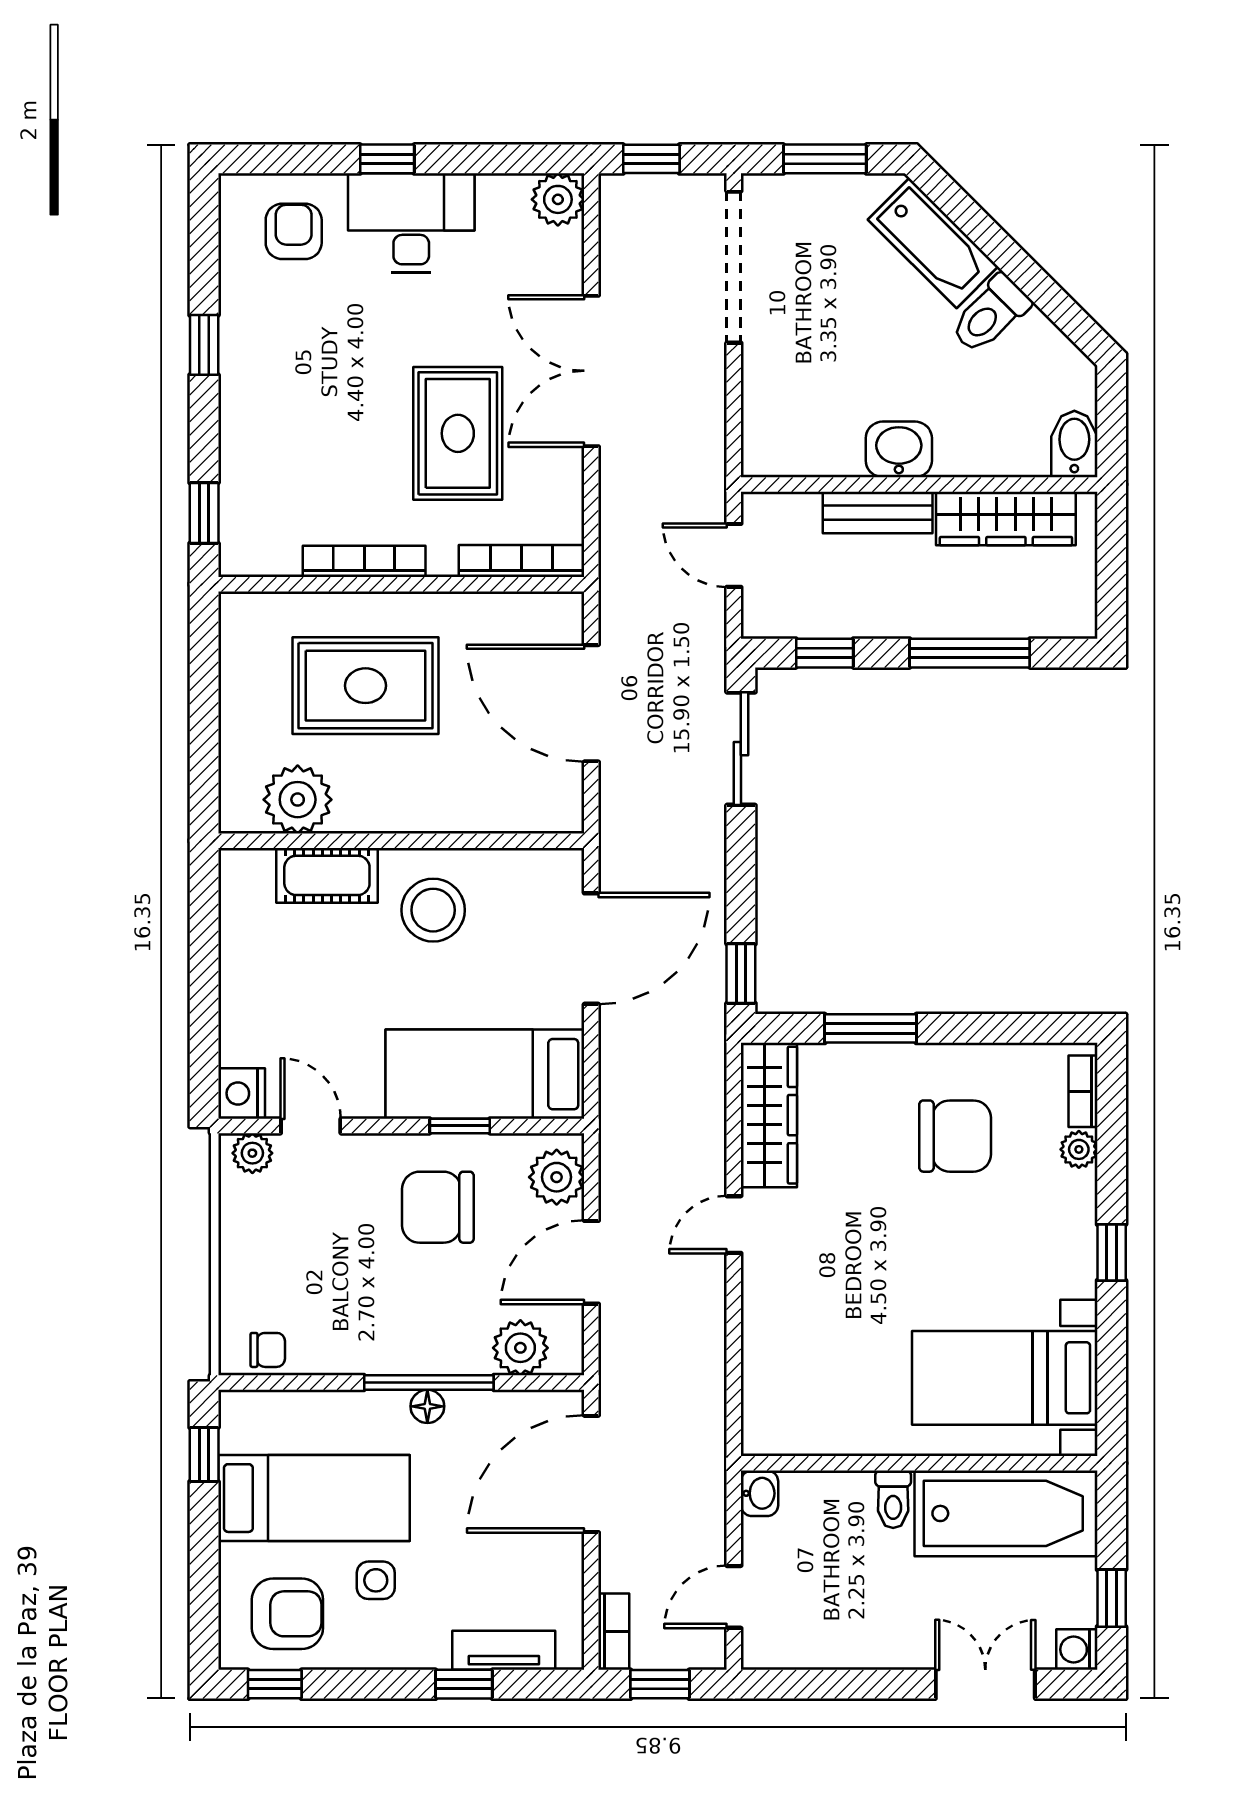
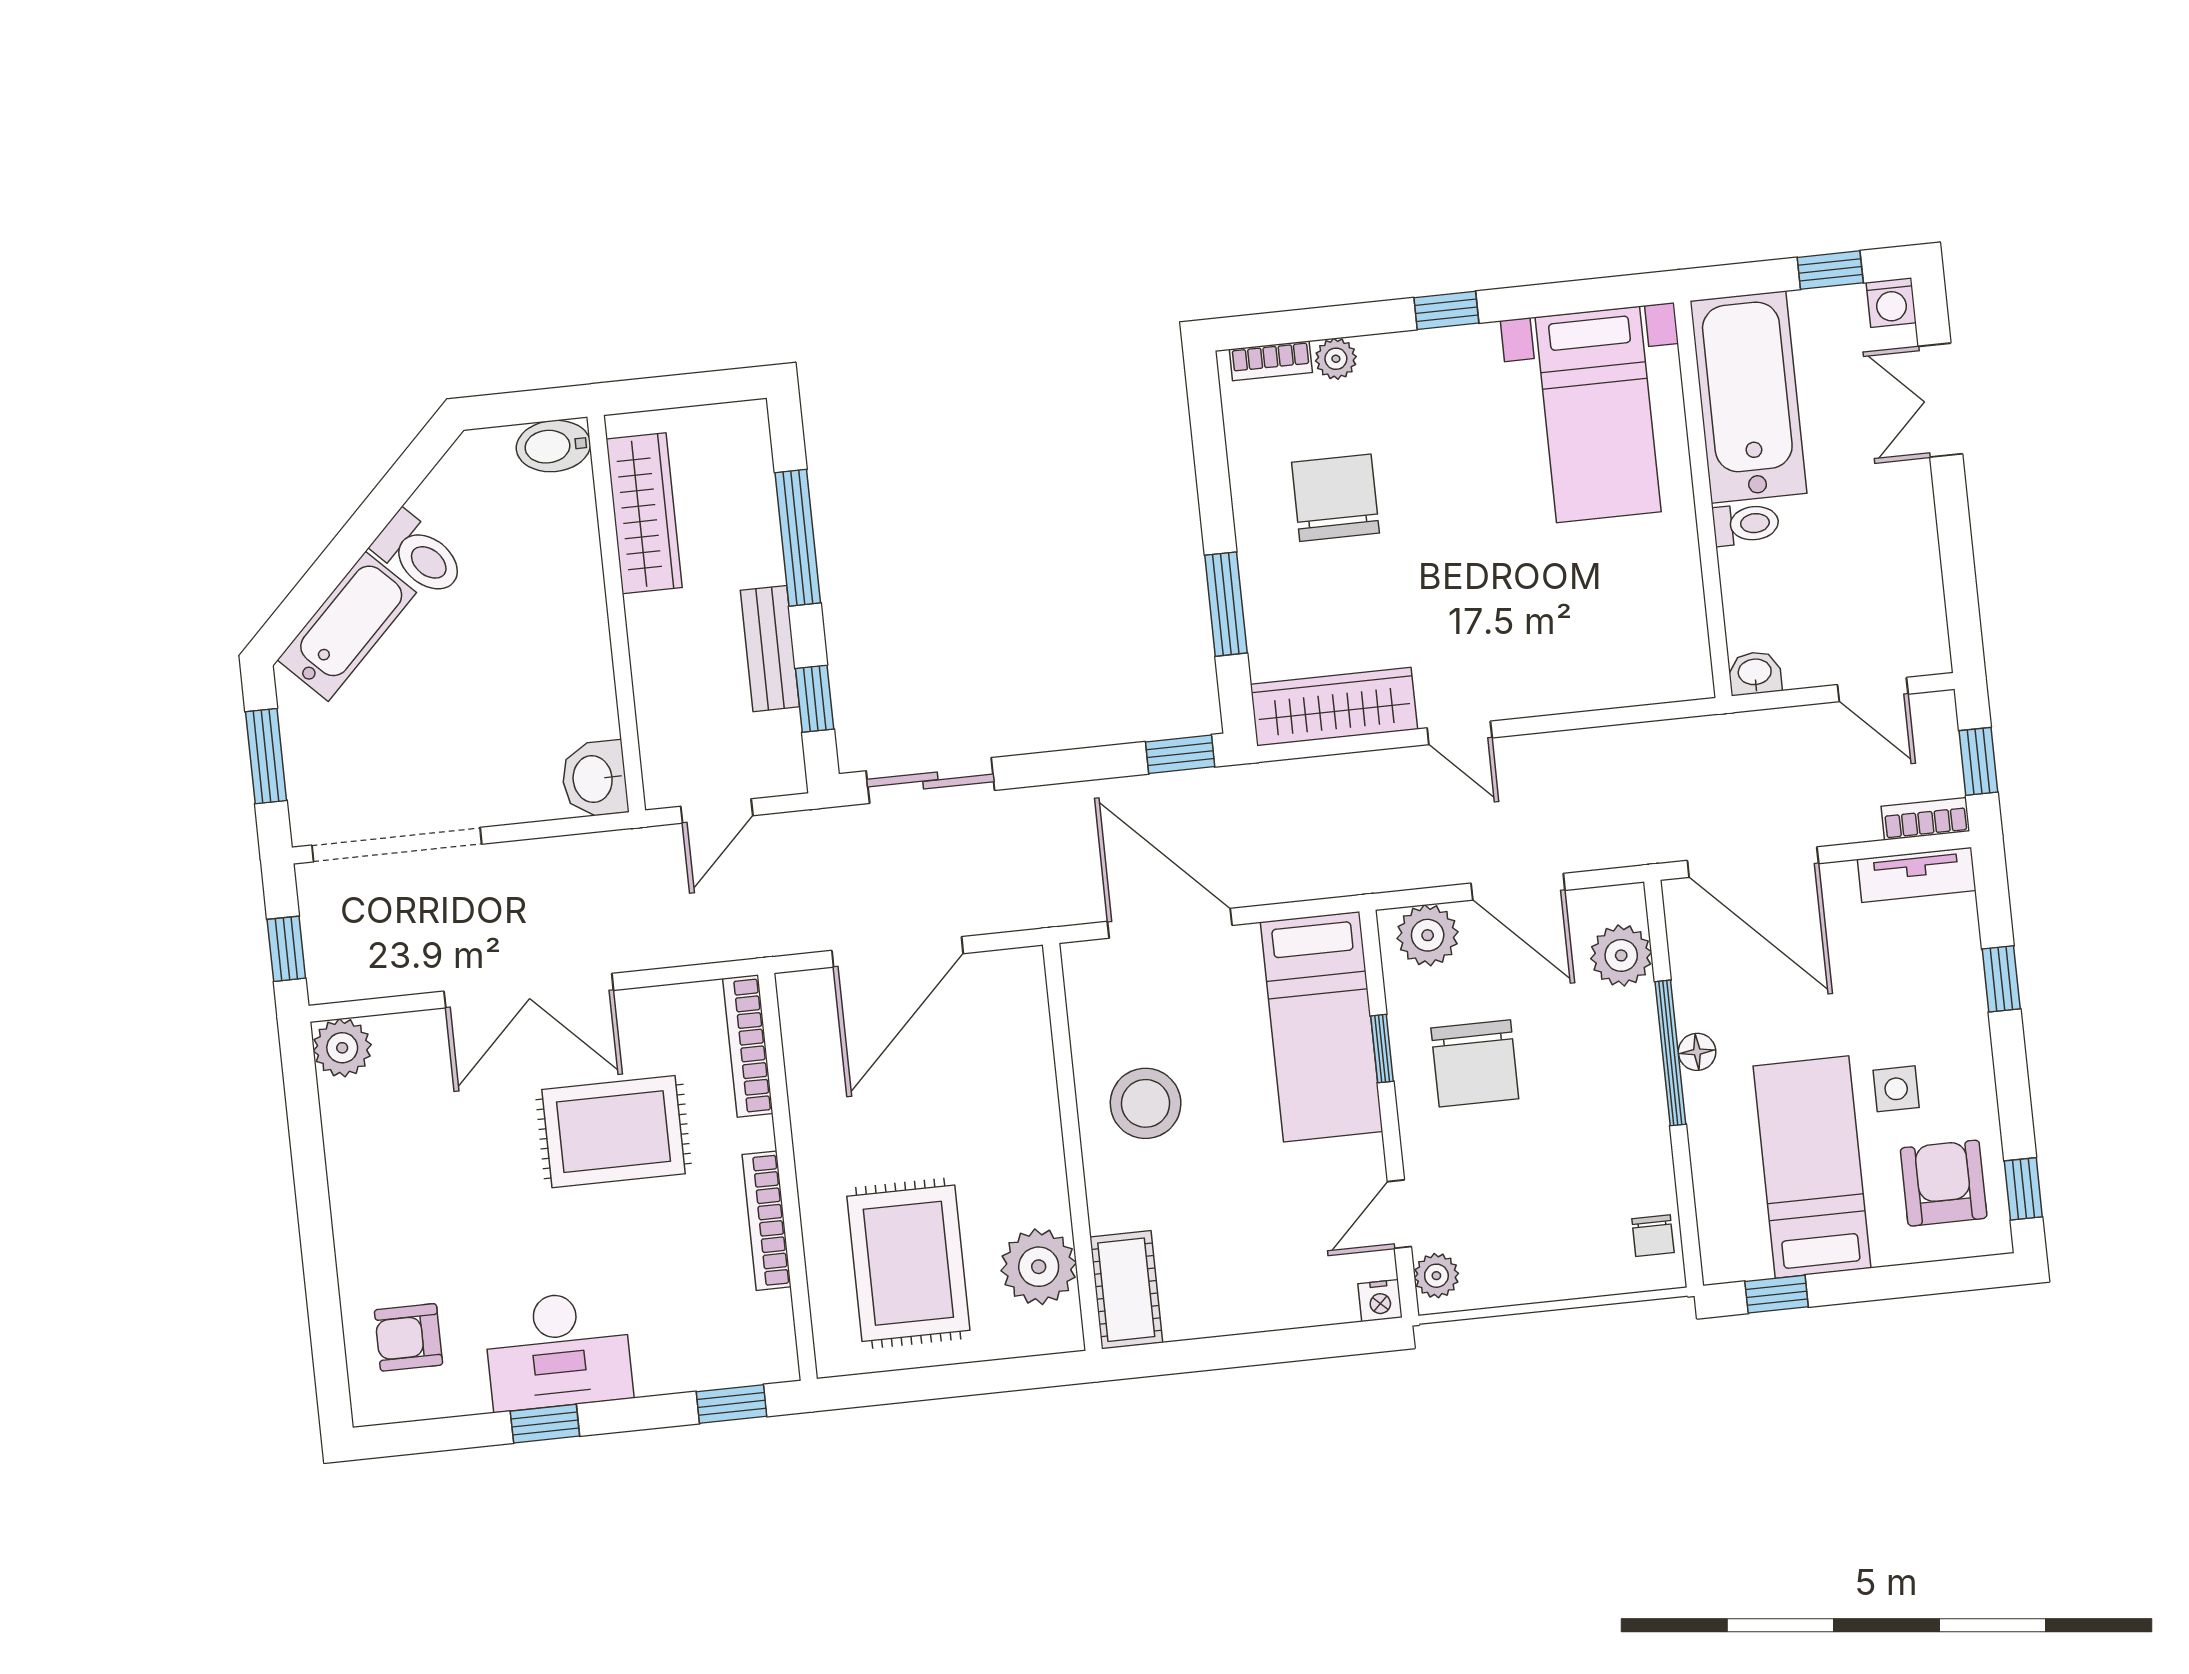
window: (387, 159) -> (317, 1242), removed
desk: (411, 223) -> (558, 1351), moved, turned -90
washbasin: (899, 449) -> (594, 779), moved
bench: (878, 512) -> (770, 649), moved
rug: (365, 686) -> (908, 1263), moved
cot: (327, 875) -> (1126, 1290), moved
nightstand: (242, 1093) -> (1380, 1301), width x0.72, depth x0.74
chair: (268, 1350) -> (1653, 1236), turned 180
tv unit: (504, 1650) -> (1917, 875), moved, turned -90

